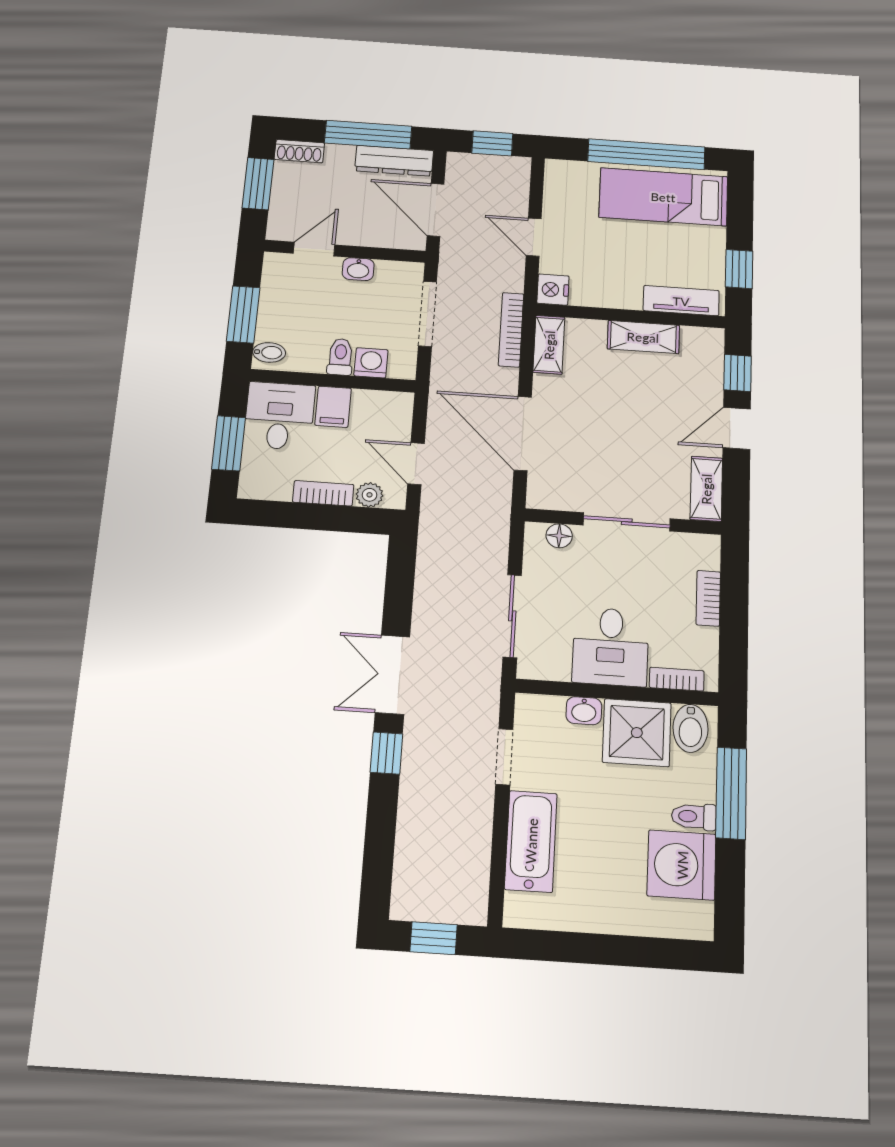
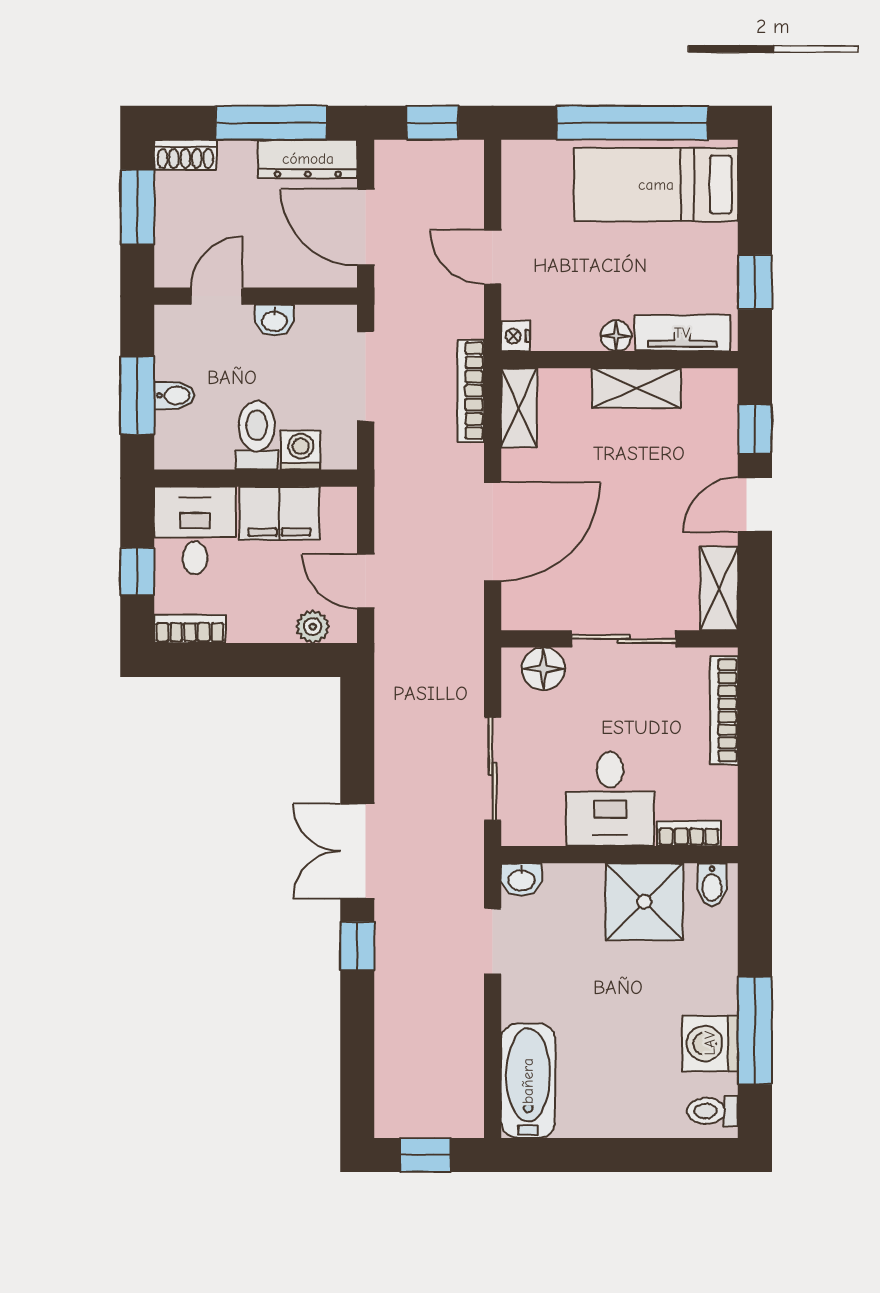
nightstand: (553, 290) -> (515, 336), width x0.72, depth x0.74
floor lamp: (629, 299) -> (616, 336), added
bidet: (269, 352) -> (174, 395), moved
toilet: (340, 357) -> (257, 435), width x1.37, depth x1.39
filing cabinet: (333, 407) -> (279, 513), width x2.00
door: (523, 433) -> (493, 532), swing flipped
window: (229, 443) -> (137, 572), width x0.67
bookcase: (323, 493) -> (190, 629), moved
floor lamp: (559, 536) -> (543, 669), width x1.37, depth x1.37
bookcase: (708, 598) -> (724, 710), width x1.56
washbasin: (584, 711) -> (521, 880), moved
bidet: (690, 728) -> (712, 884), width x0.72, depth x0.74
window: (731, 793) -> (755, 1030), moved
toilet: (694, 817) -> (713, 1111), moved
bathtub: (531, 841) -> (528, 1081), moved
washing machine: (682, 865) -> (710, 1043), width x0.73, depth x0.73

